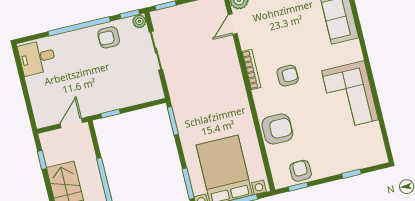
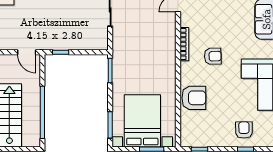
door: (71, 123) -> (27, 52), swing flipped
armchair: (301, 171) -> (244, 130), moved

